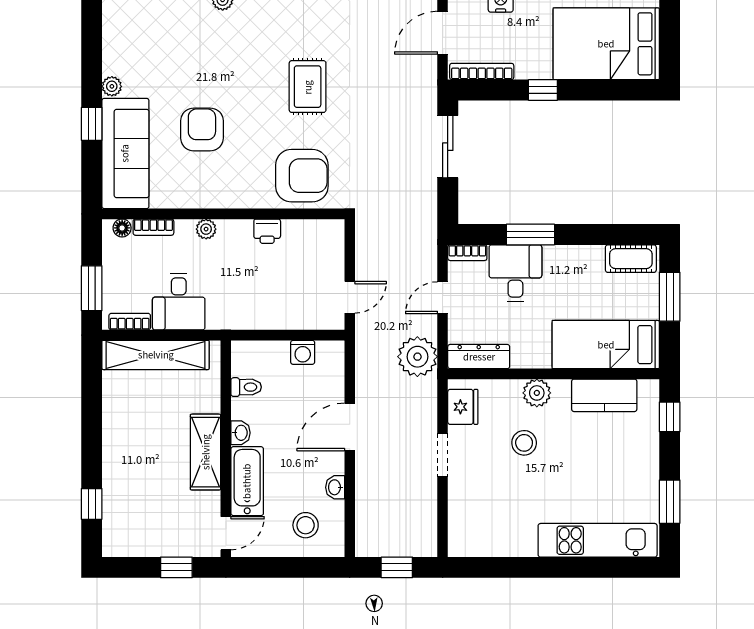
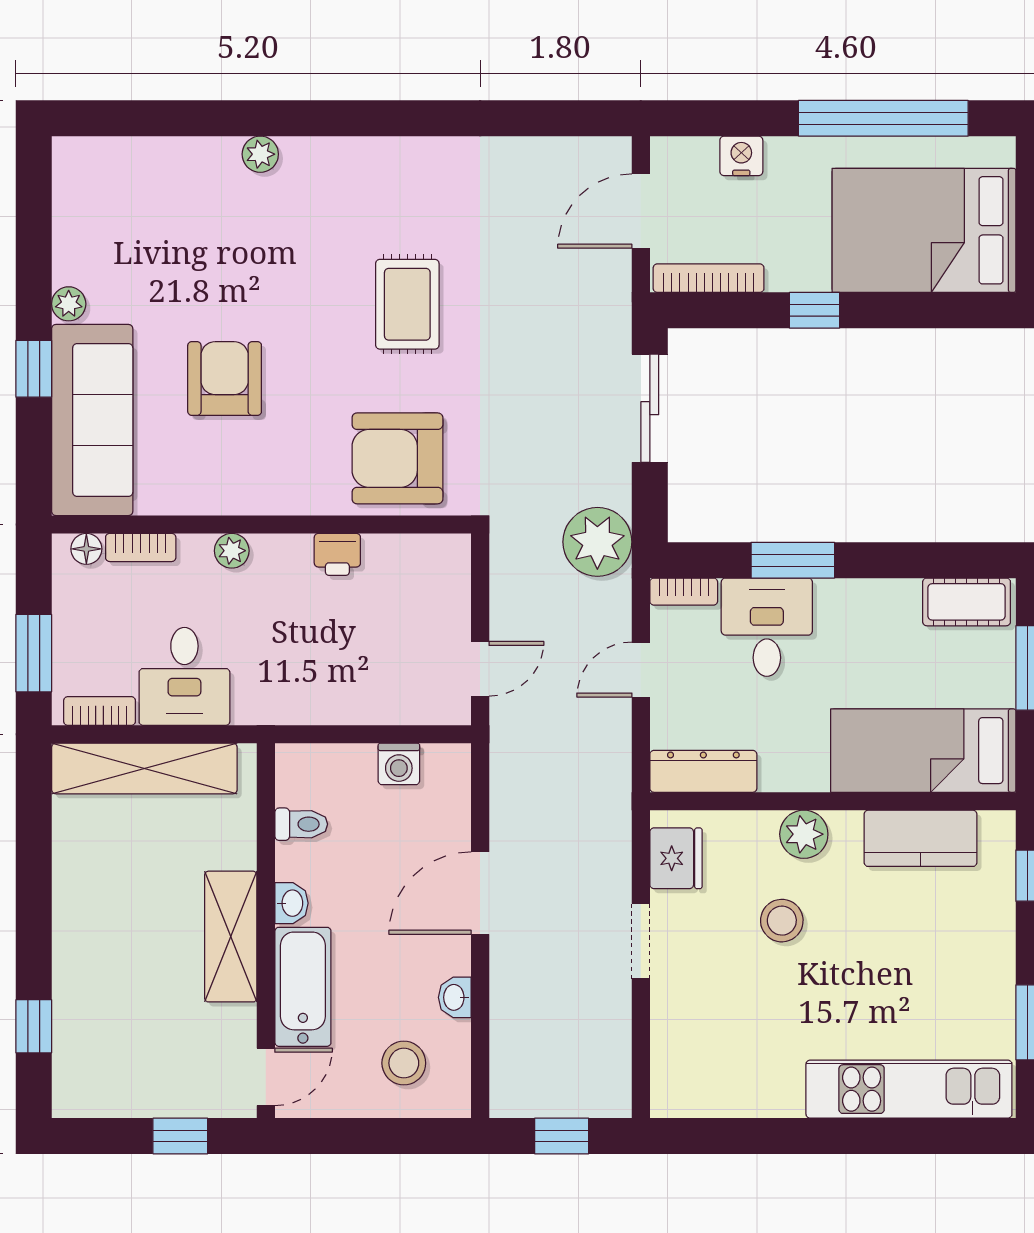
armchair: (302, 176) -> (397, 458), turned 180
plant: (417, 357) -> (597, 542), moved

